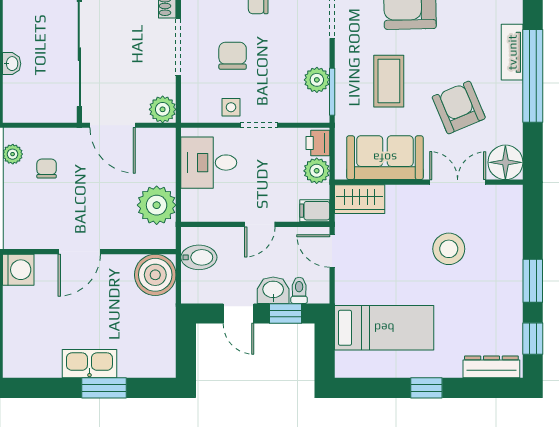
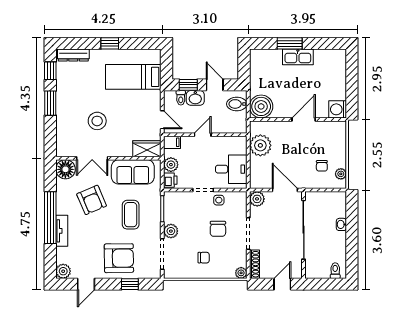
plant: (317, 80) -> (171, 231), moved
bidet: (199, 257) -> (237, 104), moved

